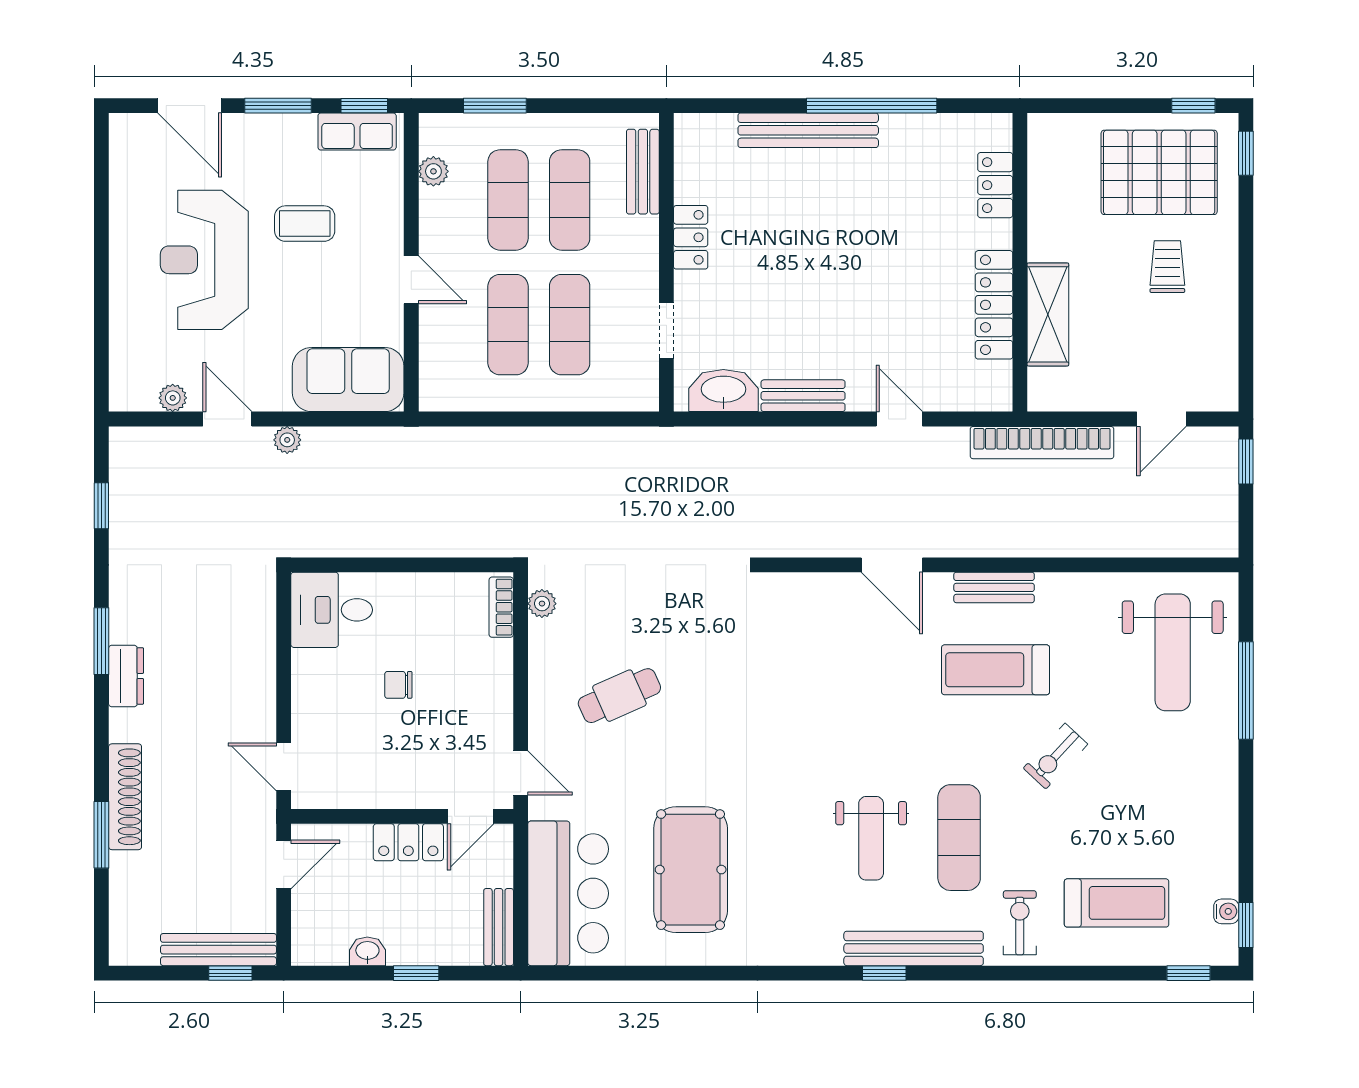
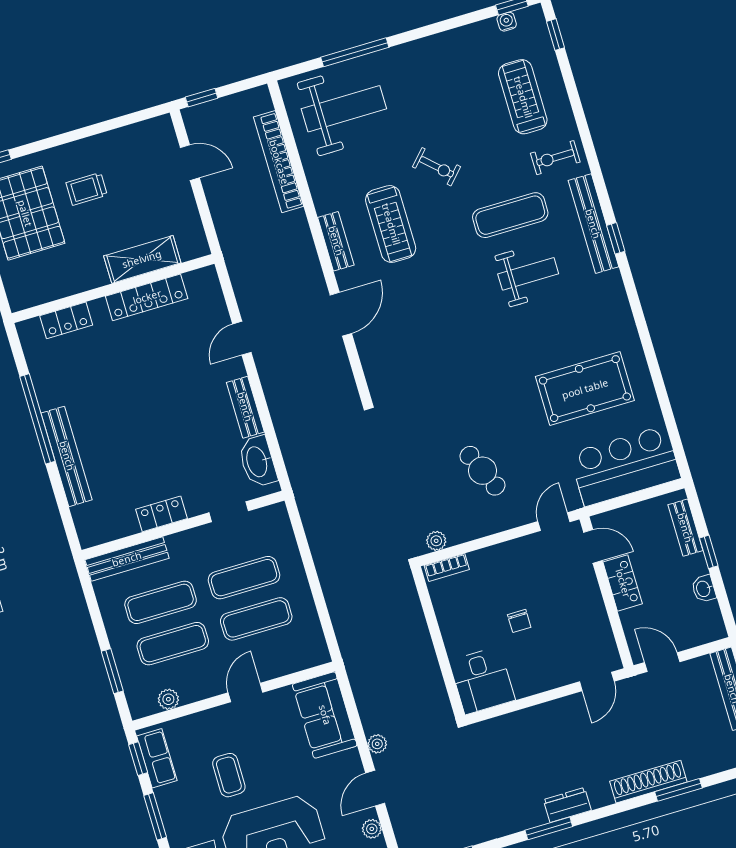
bench: (643, 172) -> (127, 559), width x1.36
bookcase: (1042, 443) -> (279, 162), moved, turned 180
bench: (499, 927) -> (685, 528), moved, turned 90

